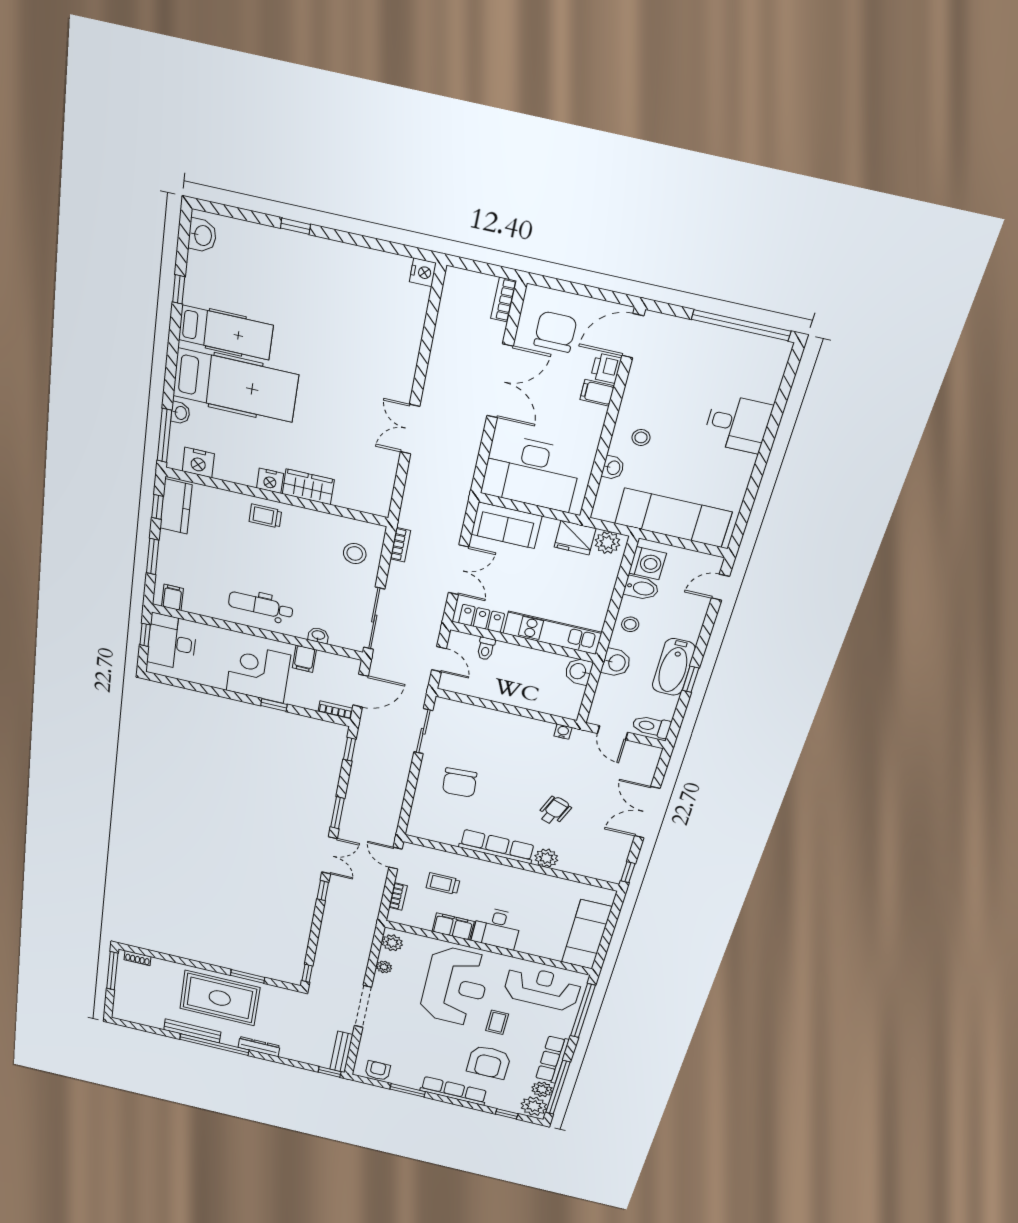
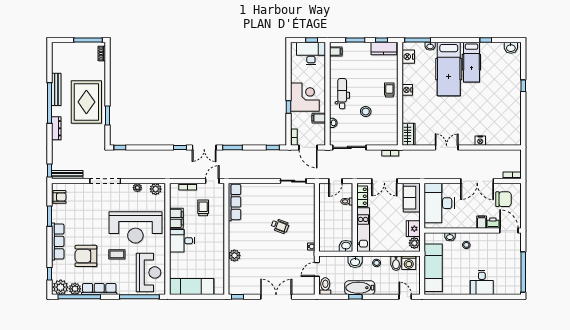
nightstand: (423, 272) -> (480, 141), moved
wardrobe: (308, 487) -> (409, 134), moved
stool: (355, 553) -> (366, 111), moved
chair: (460, 783) -> (268, 204), removed
wheelchair: (554, 811) -> (280, 226), moved
row of seats: (497, 846) -> (235, 202), moved

